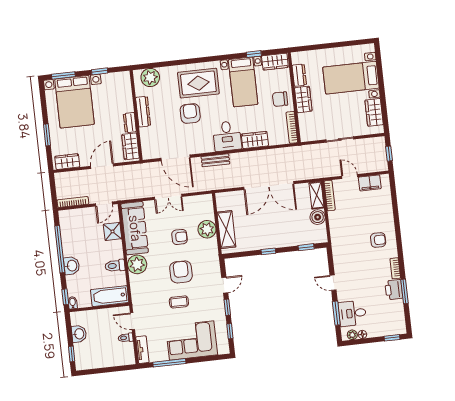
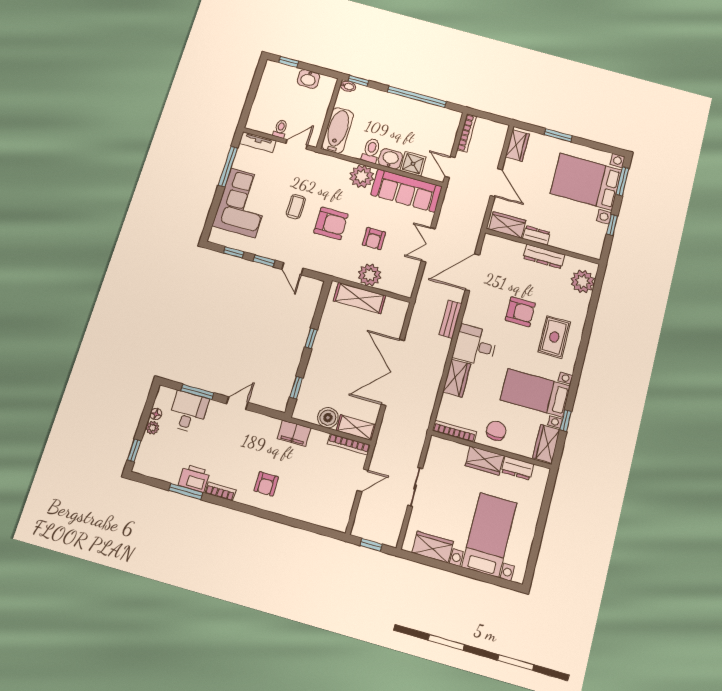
rug: (198, 83) -> (554, 337), width x0.73, depth x0.70
filing cabinet: (370, 183) -> (294, 433), moved, turned -90
washbasin: (72, 266) -> (390, 159), moved, turned 180
plant: (352, 335) -> (152, 428), moved

